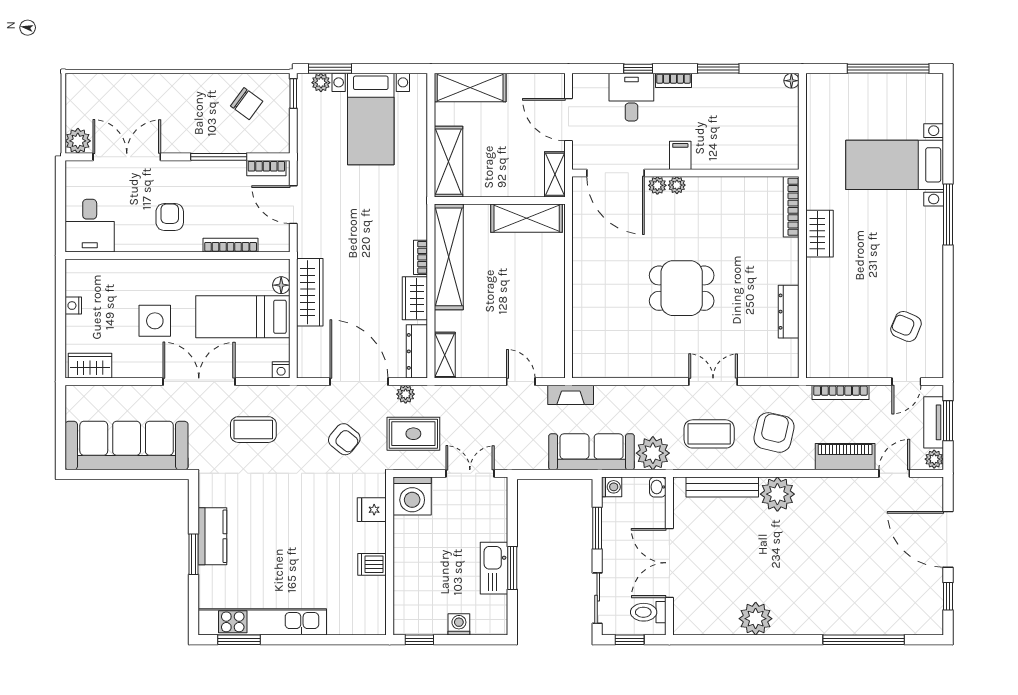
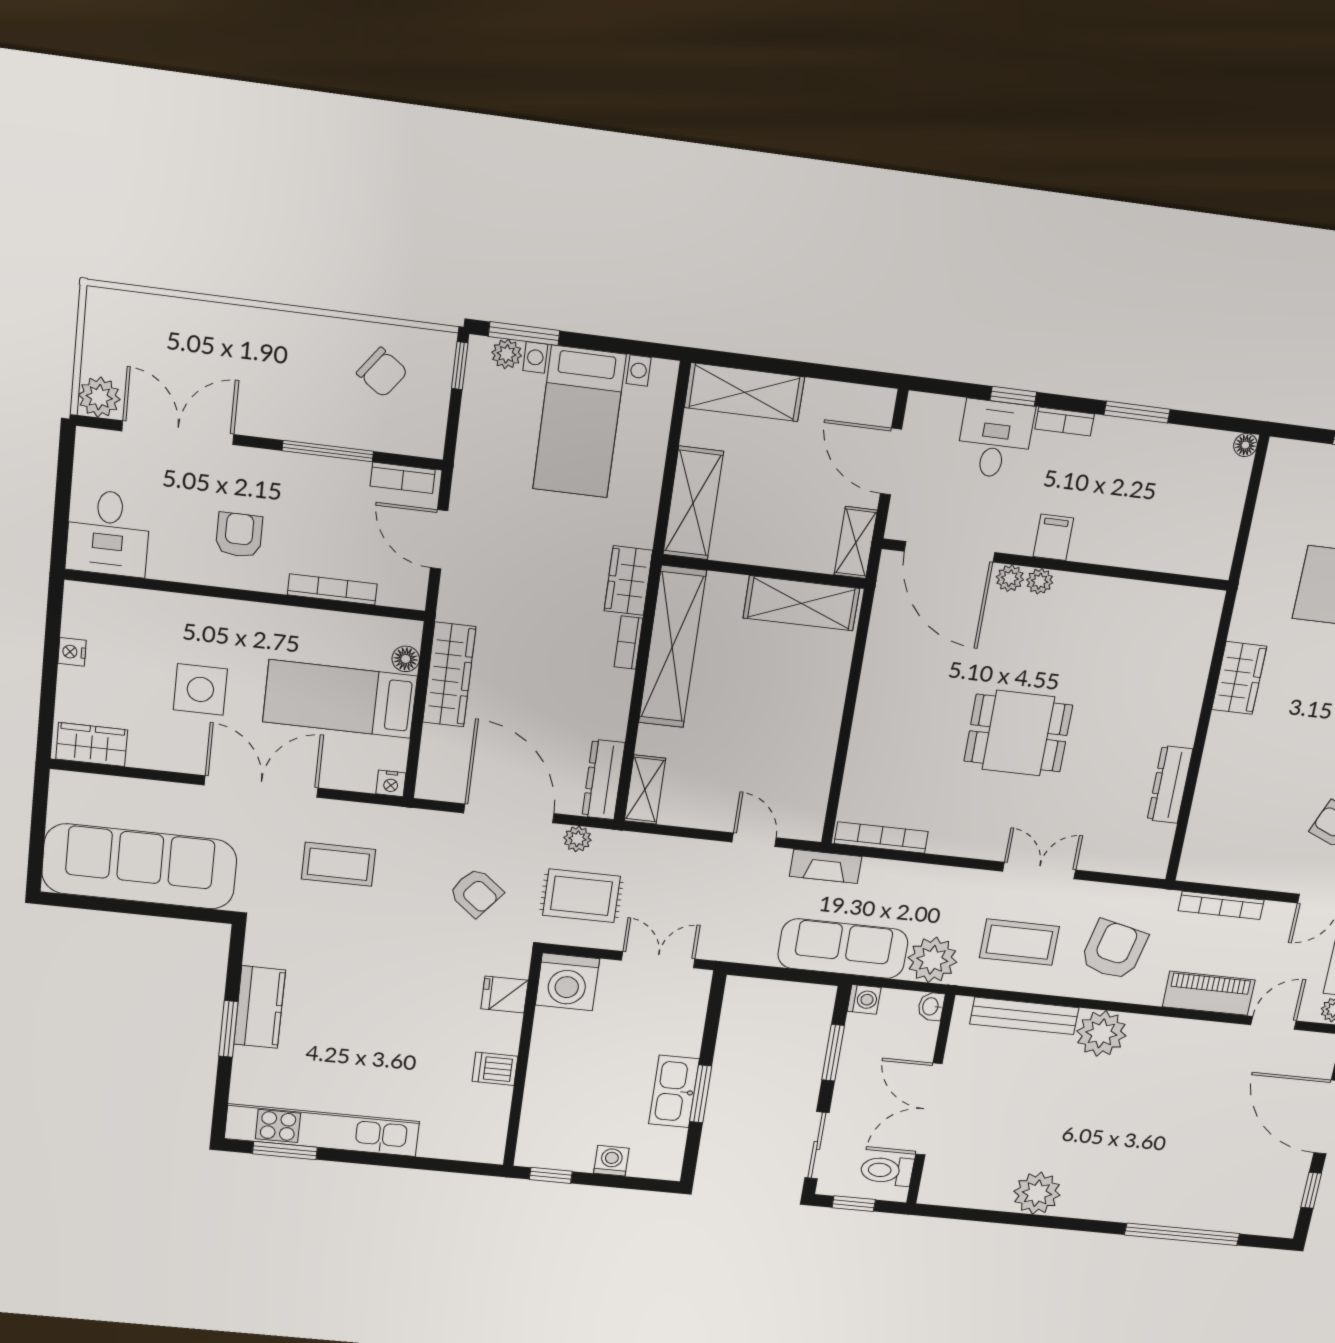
bookcase: (791, 207) -> (881, 837), moved, turned 90
wardrobe: (415, 298) -> (628, 581), moved

